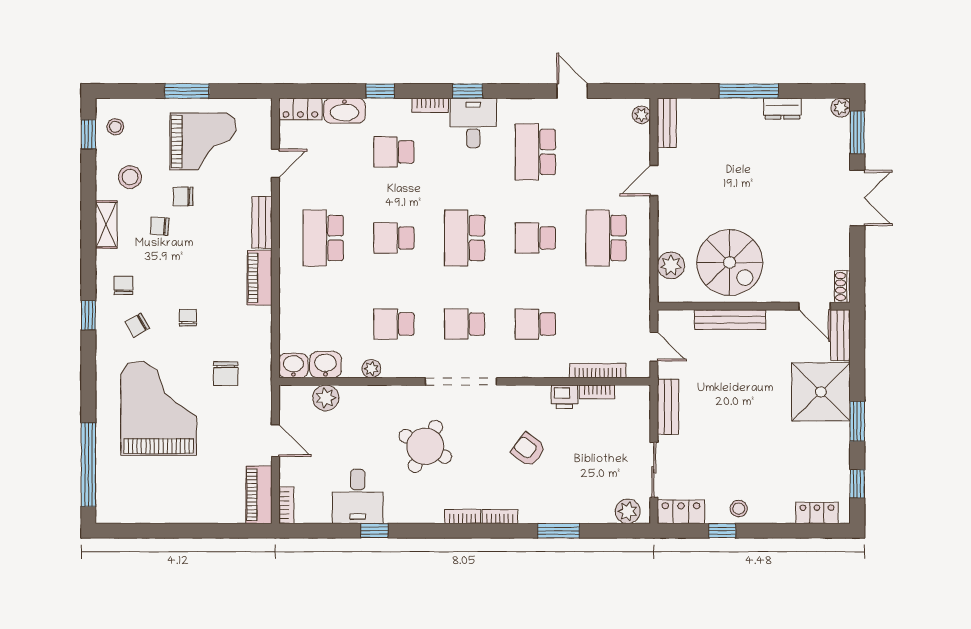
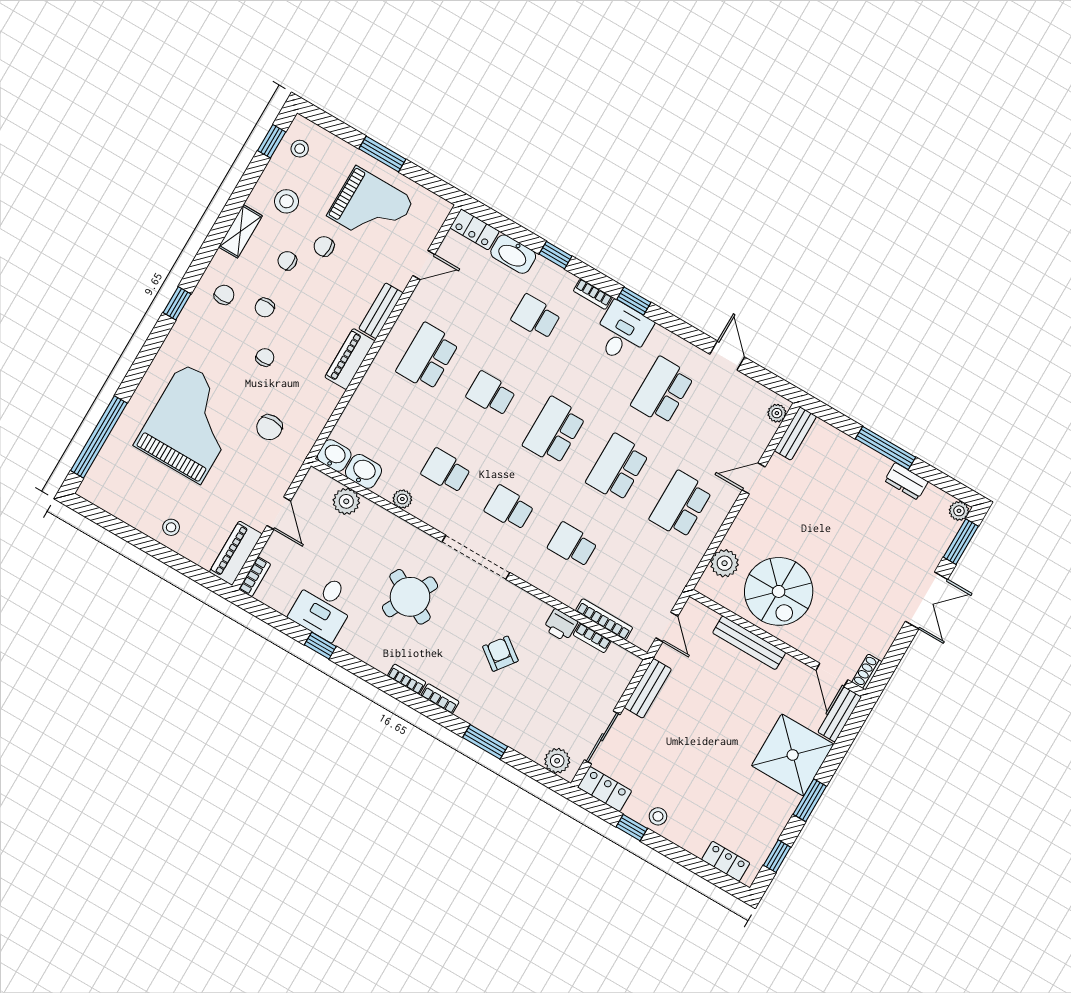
school desk: (535, 238) -> (617, 468), width x1.85
chair: (137, 325) -> (265, 307), moved, turned -60
stool: (193, 505) -> (171, 527), added

